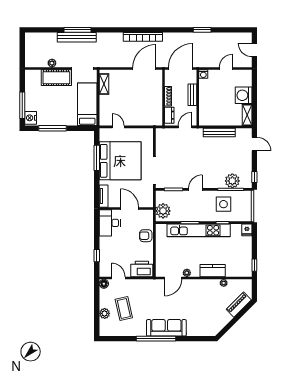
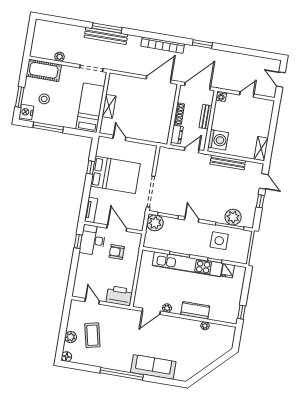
window: (78, 30) -> (107, 28), moved
window: (202, 30) -> (202, 44), moved
bench: (77, 37) -> (106, 36), moved
cot: (56, 78) -> (44, 70), moved
shelving: (104, 84) -> (109, 106), moved
washing machine: (244, 95) -> (218, 140), moved, turned 180
stool: (45, 103) -> (44, 99), added
window: (22, 105) -> (20, 97), width x0.69
window: (97, 158) -> (91, 167), width x0.46
bed: (120, 161) -> (115, 175), width x0.73
window: (254, 177) -> (260, 201), moved
door: (195, 189) -> (192, 220), hinge flipped
plant: (163, 211) -> (155, 223), moved
fridge: (247, 230) -> (228, 271), moved
armchair: (146, 236) -> (117, 252), moved
window: (97, 256) -> (78, 241), moved
floor lamp: (104, 284) -> (67, 357), moved
piano: (239, 305) -> (217, 352), removed
sofa: (166, 328) -> (153, 367), moved

